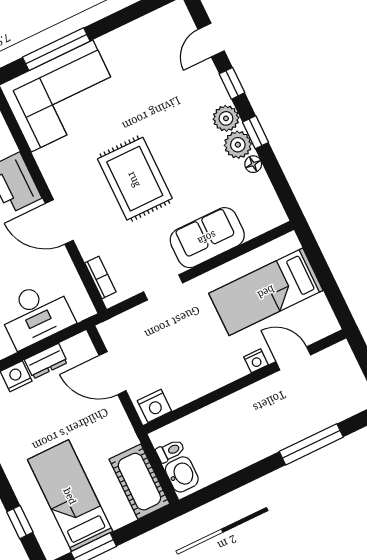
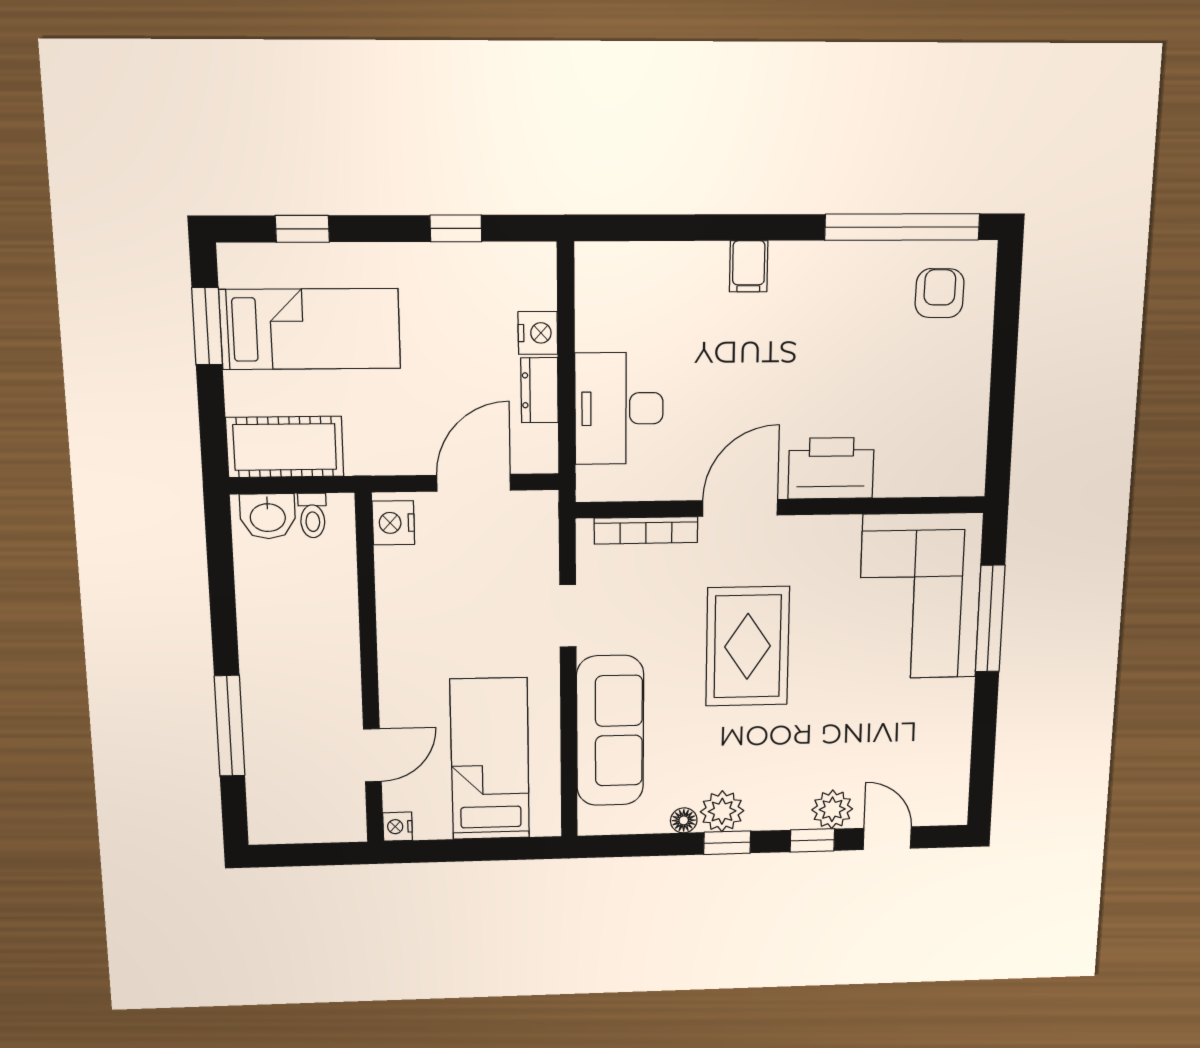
plant: (226, 118) -> (832, 809), moved
rug: (135, 179) -> (748, 646), turned 90
sofa: (207, 238) -> (610, 731), width x1.36
bookcase: (100, 277) -> (646, 530), width x1.56
nightstand: (256, 361) -> (398, 827), moved

